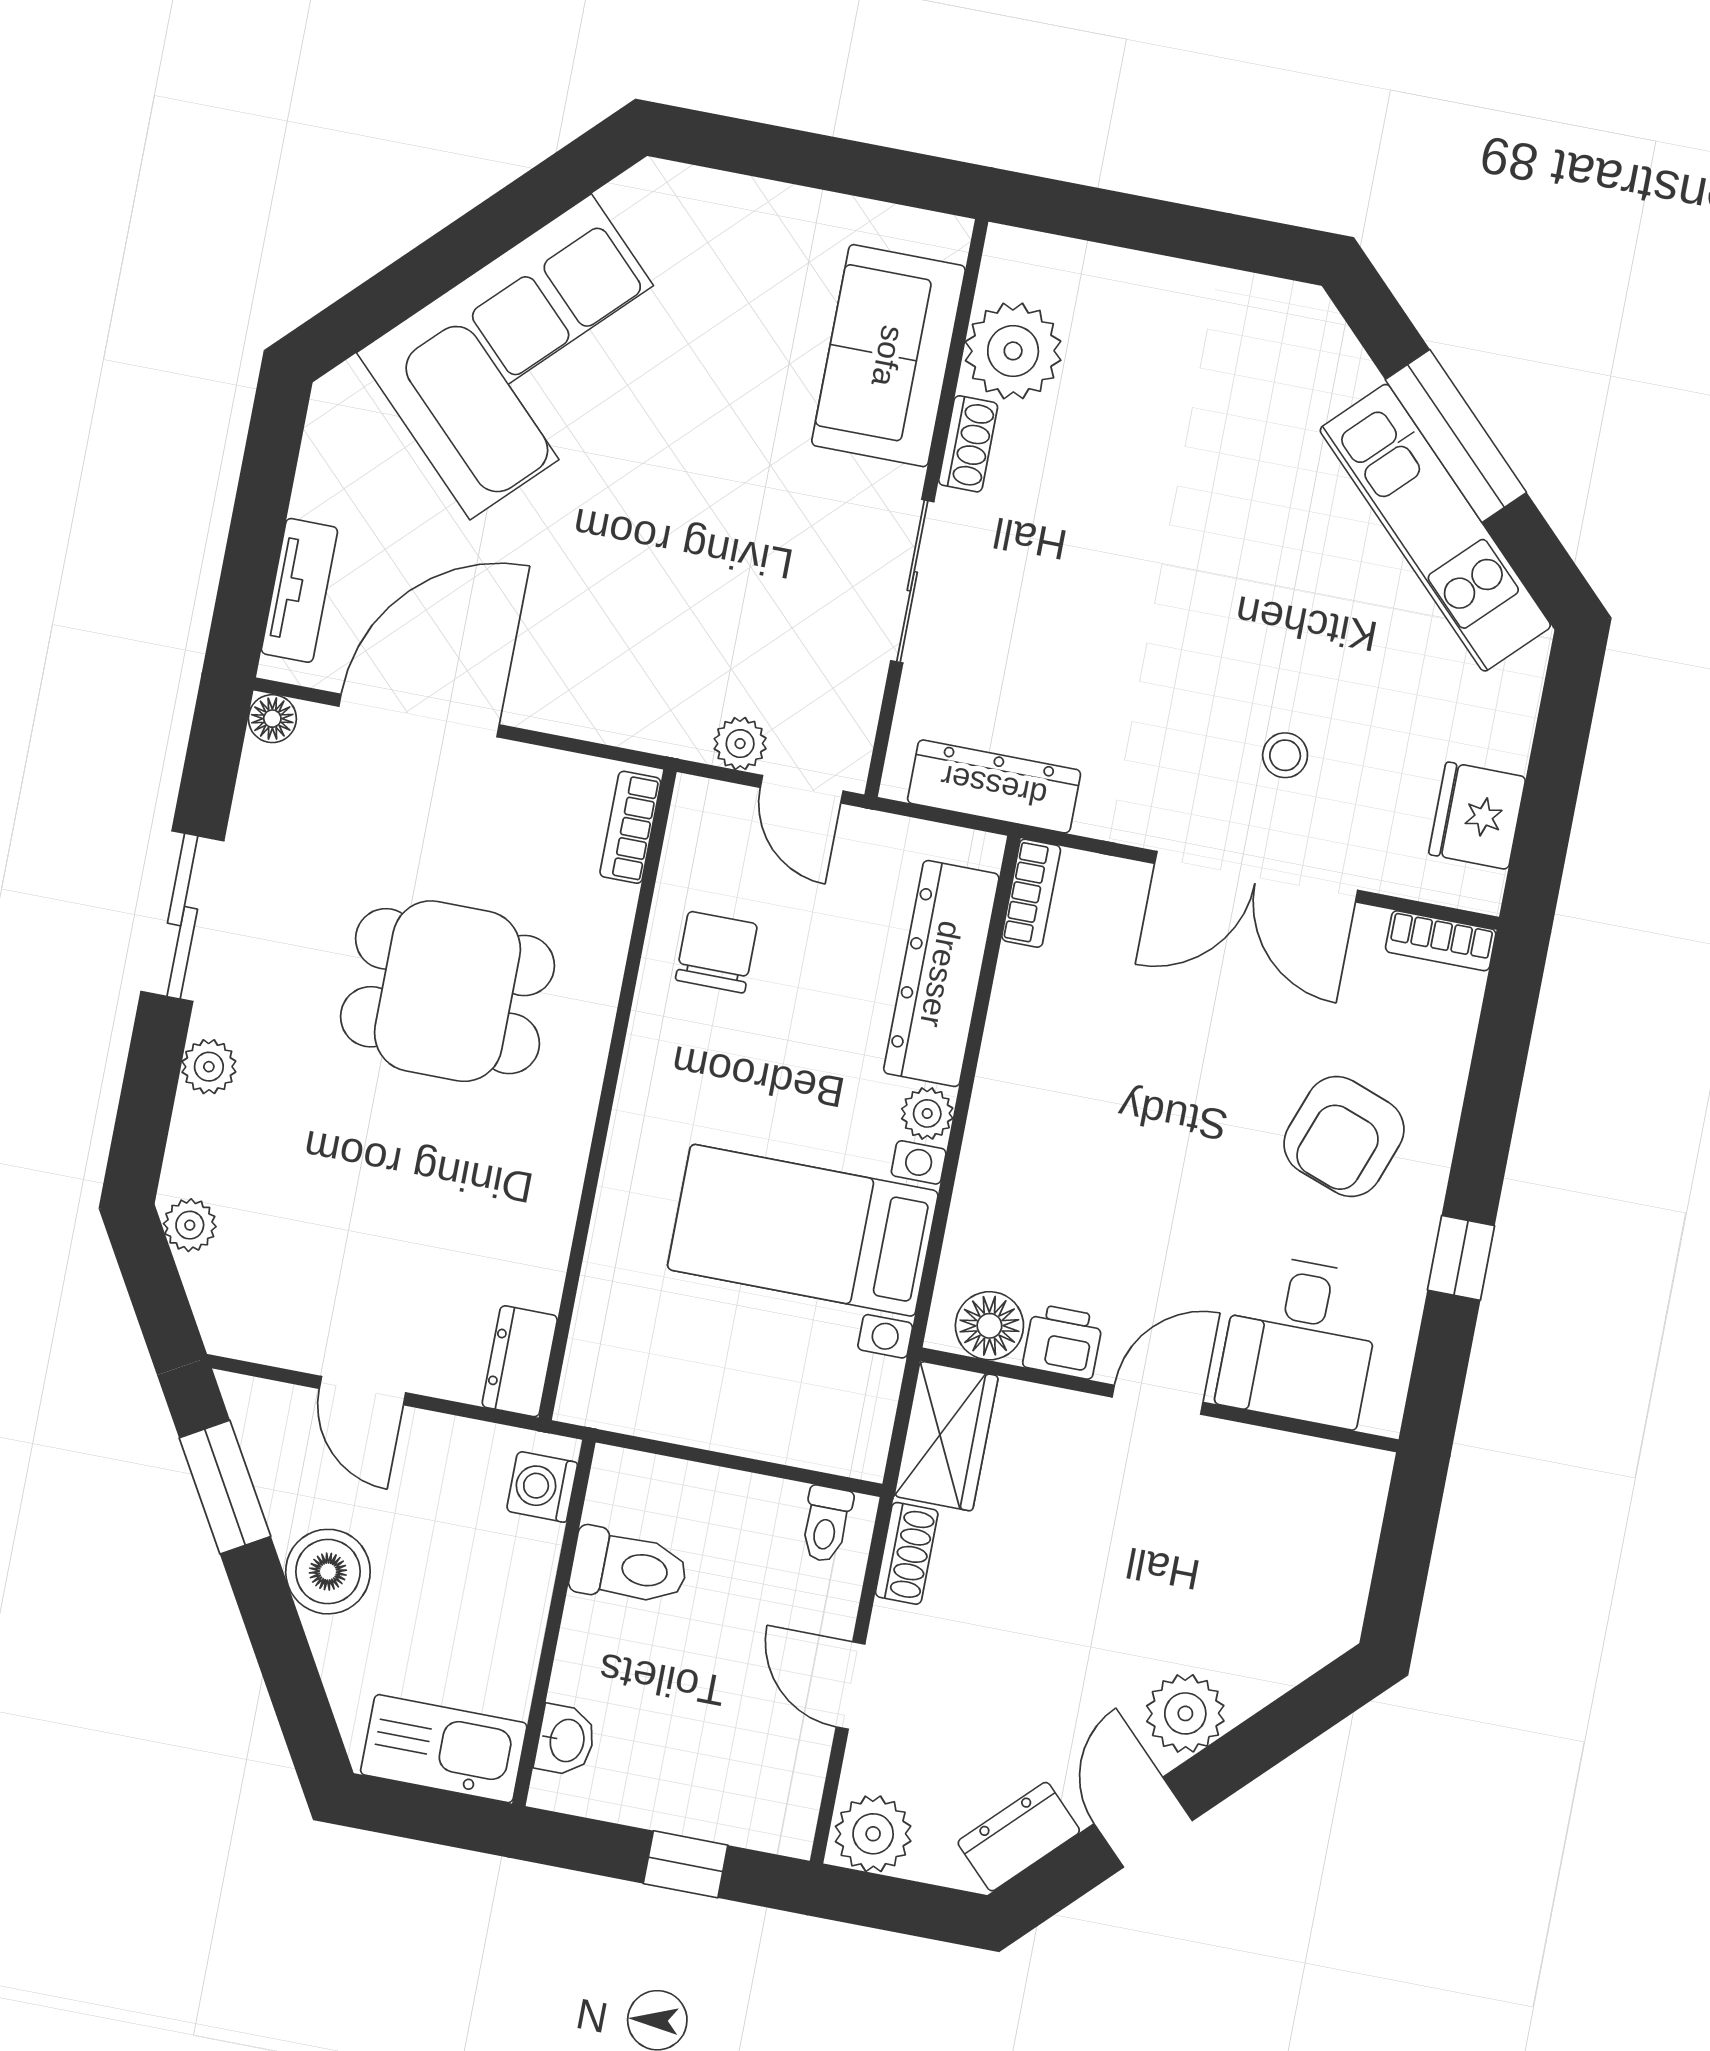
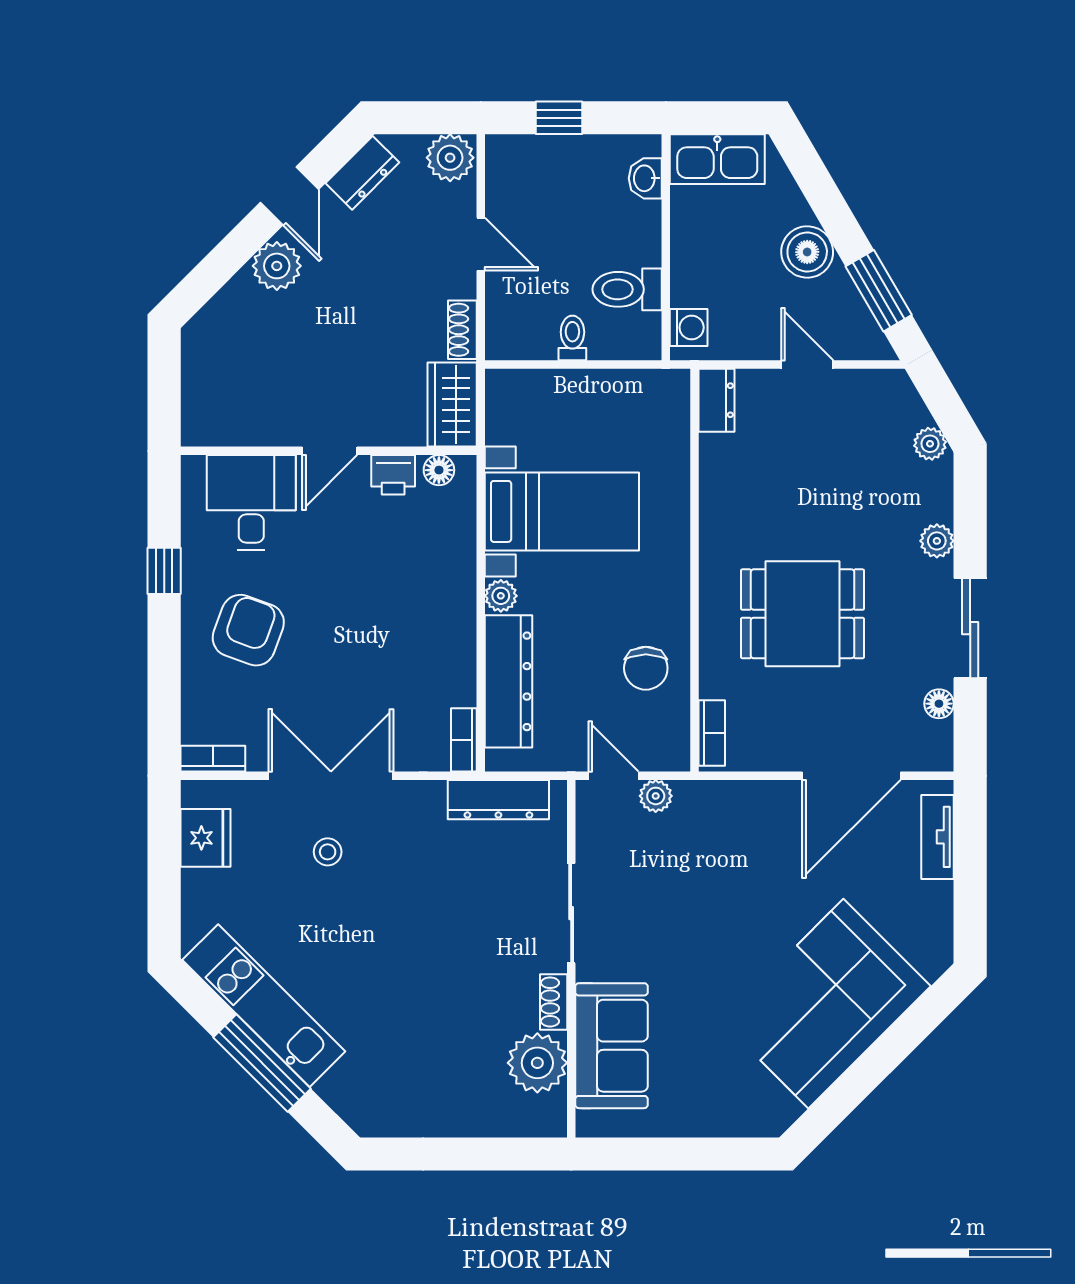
floor lamp: (272, 719) -> (939, 704), moved
floor lamp: (989, 1326) -> (439, 470), width x0.73, depth x0.73
toilet: (826, 1524) -> (572, 338), moved

